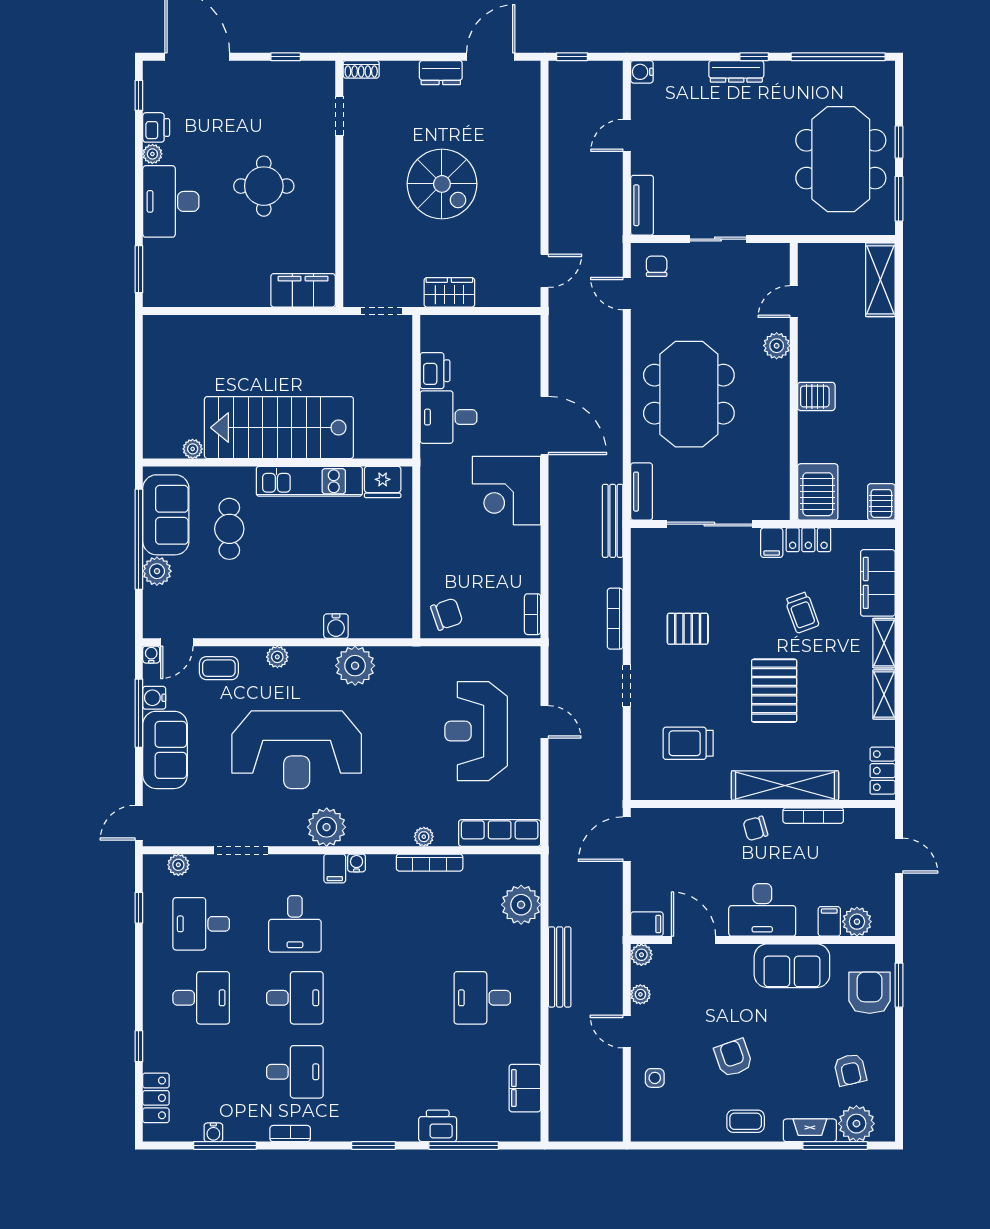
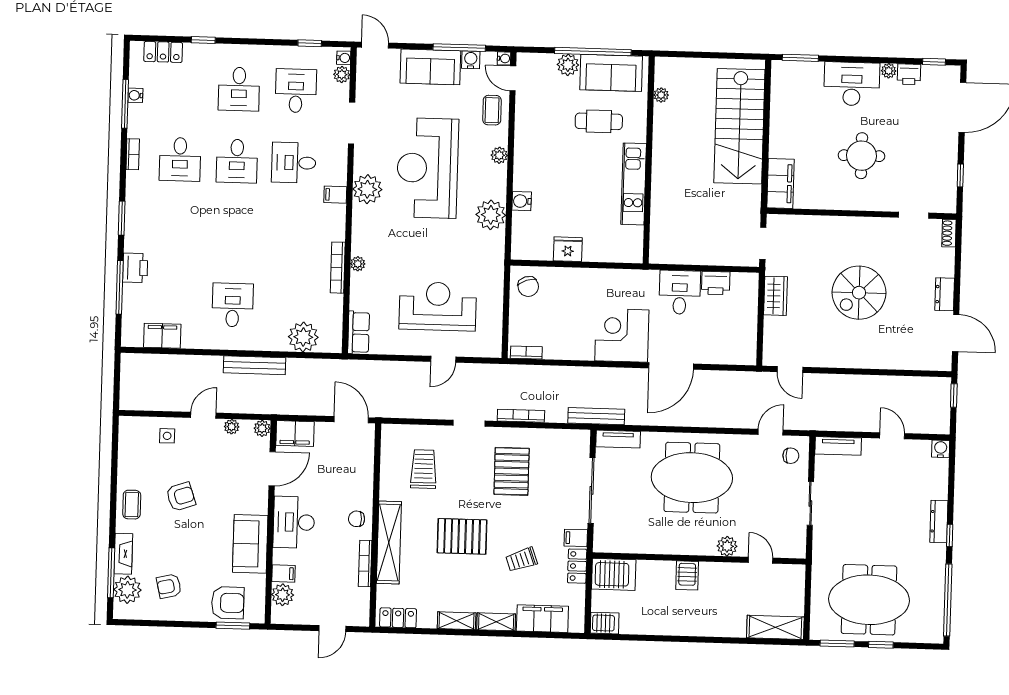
stairs: (279, 428) -> (739, 126), moved, turned 180
fridge: (383, 482) -> (568, 249), moved, turned 90
pallet: (688, 629) -> (512, 471), width x1.50, depth x1.42
chair: (755, 828) -> (357, 519), turned -74
row of seats: (500, 833) -> (359, 332), width x0.68
water cooler: (357, 863) -> (344, 58), moved
filing cabinet: (647, 924) -> (295, 434), width x2.00

